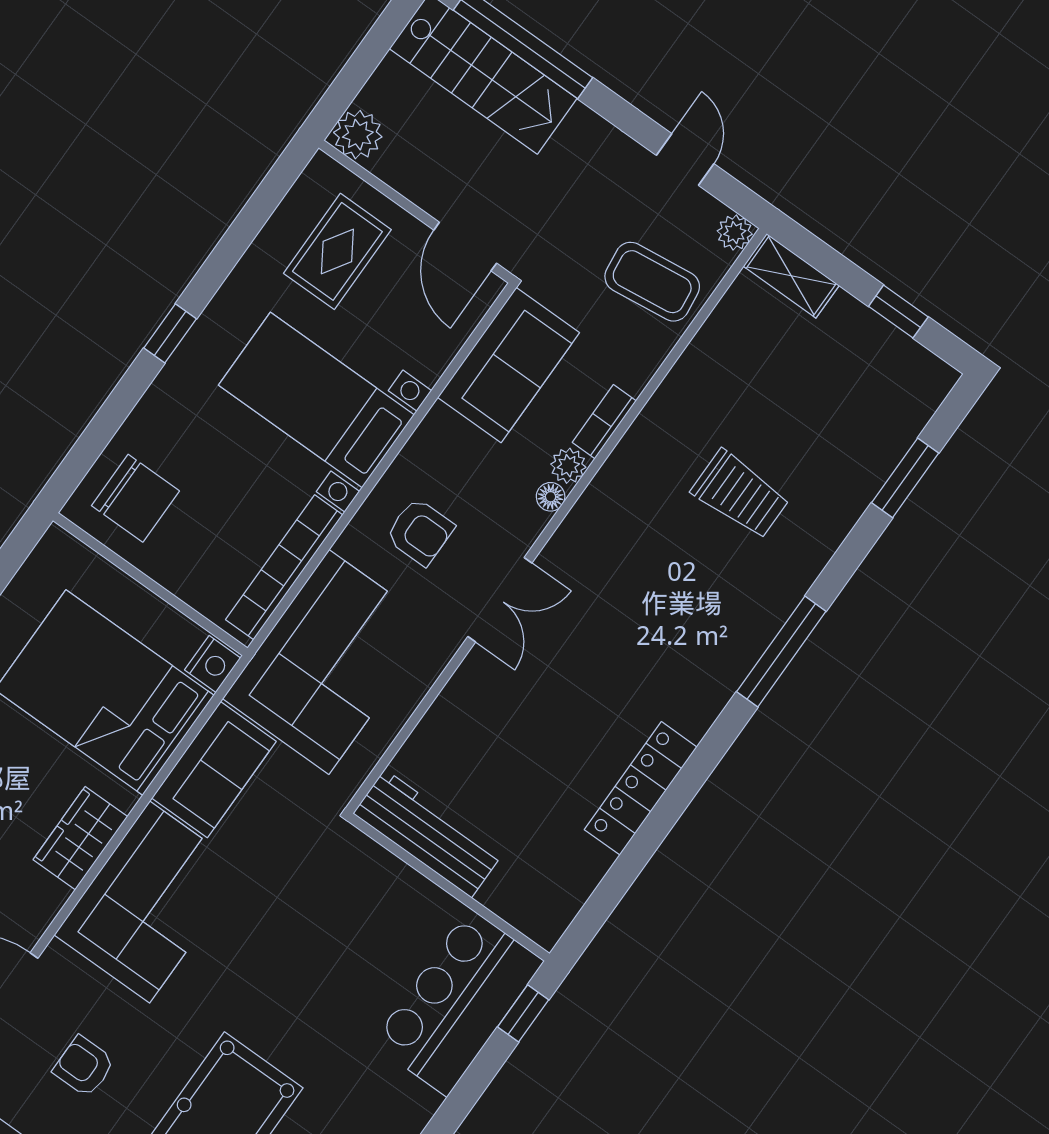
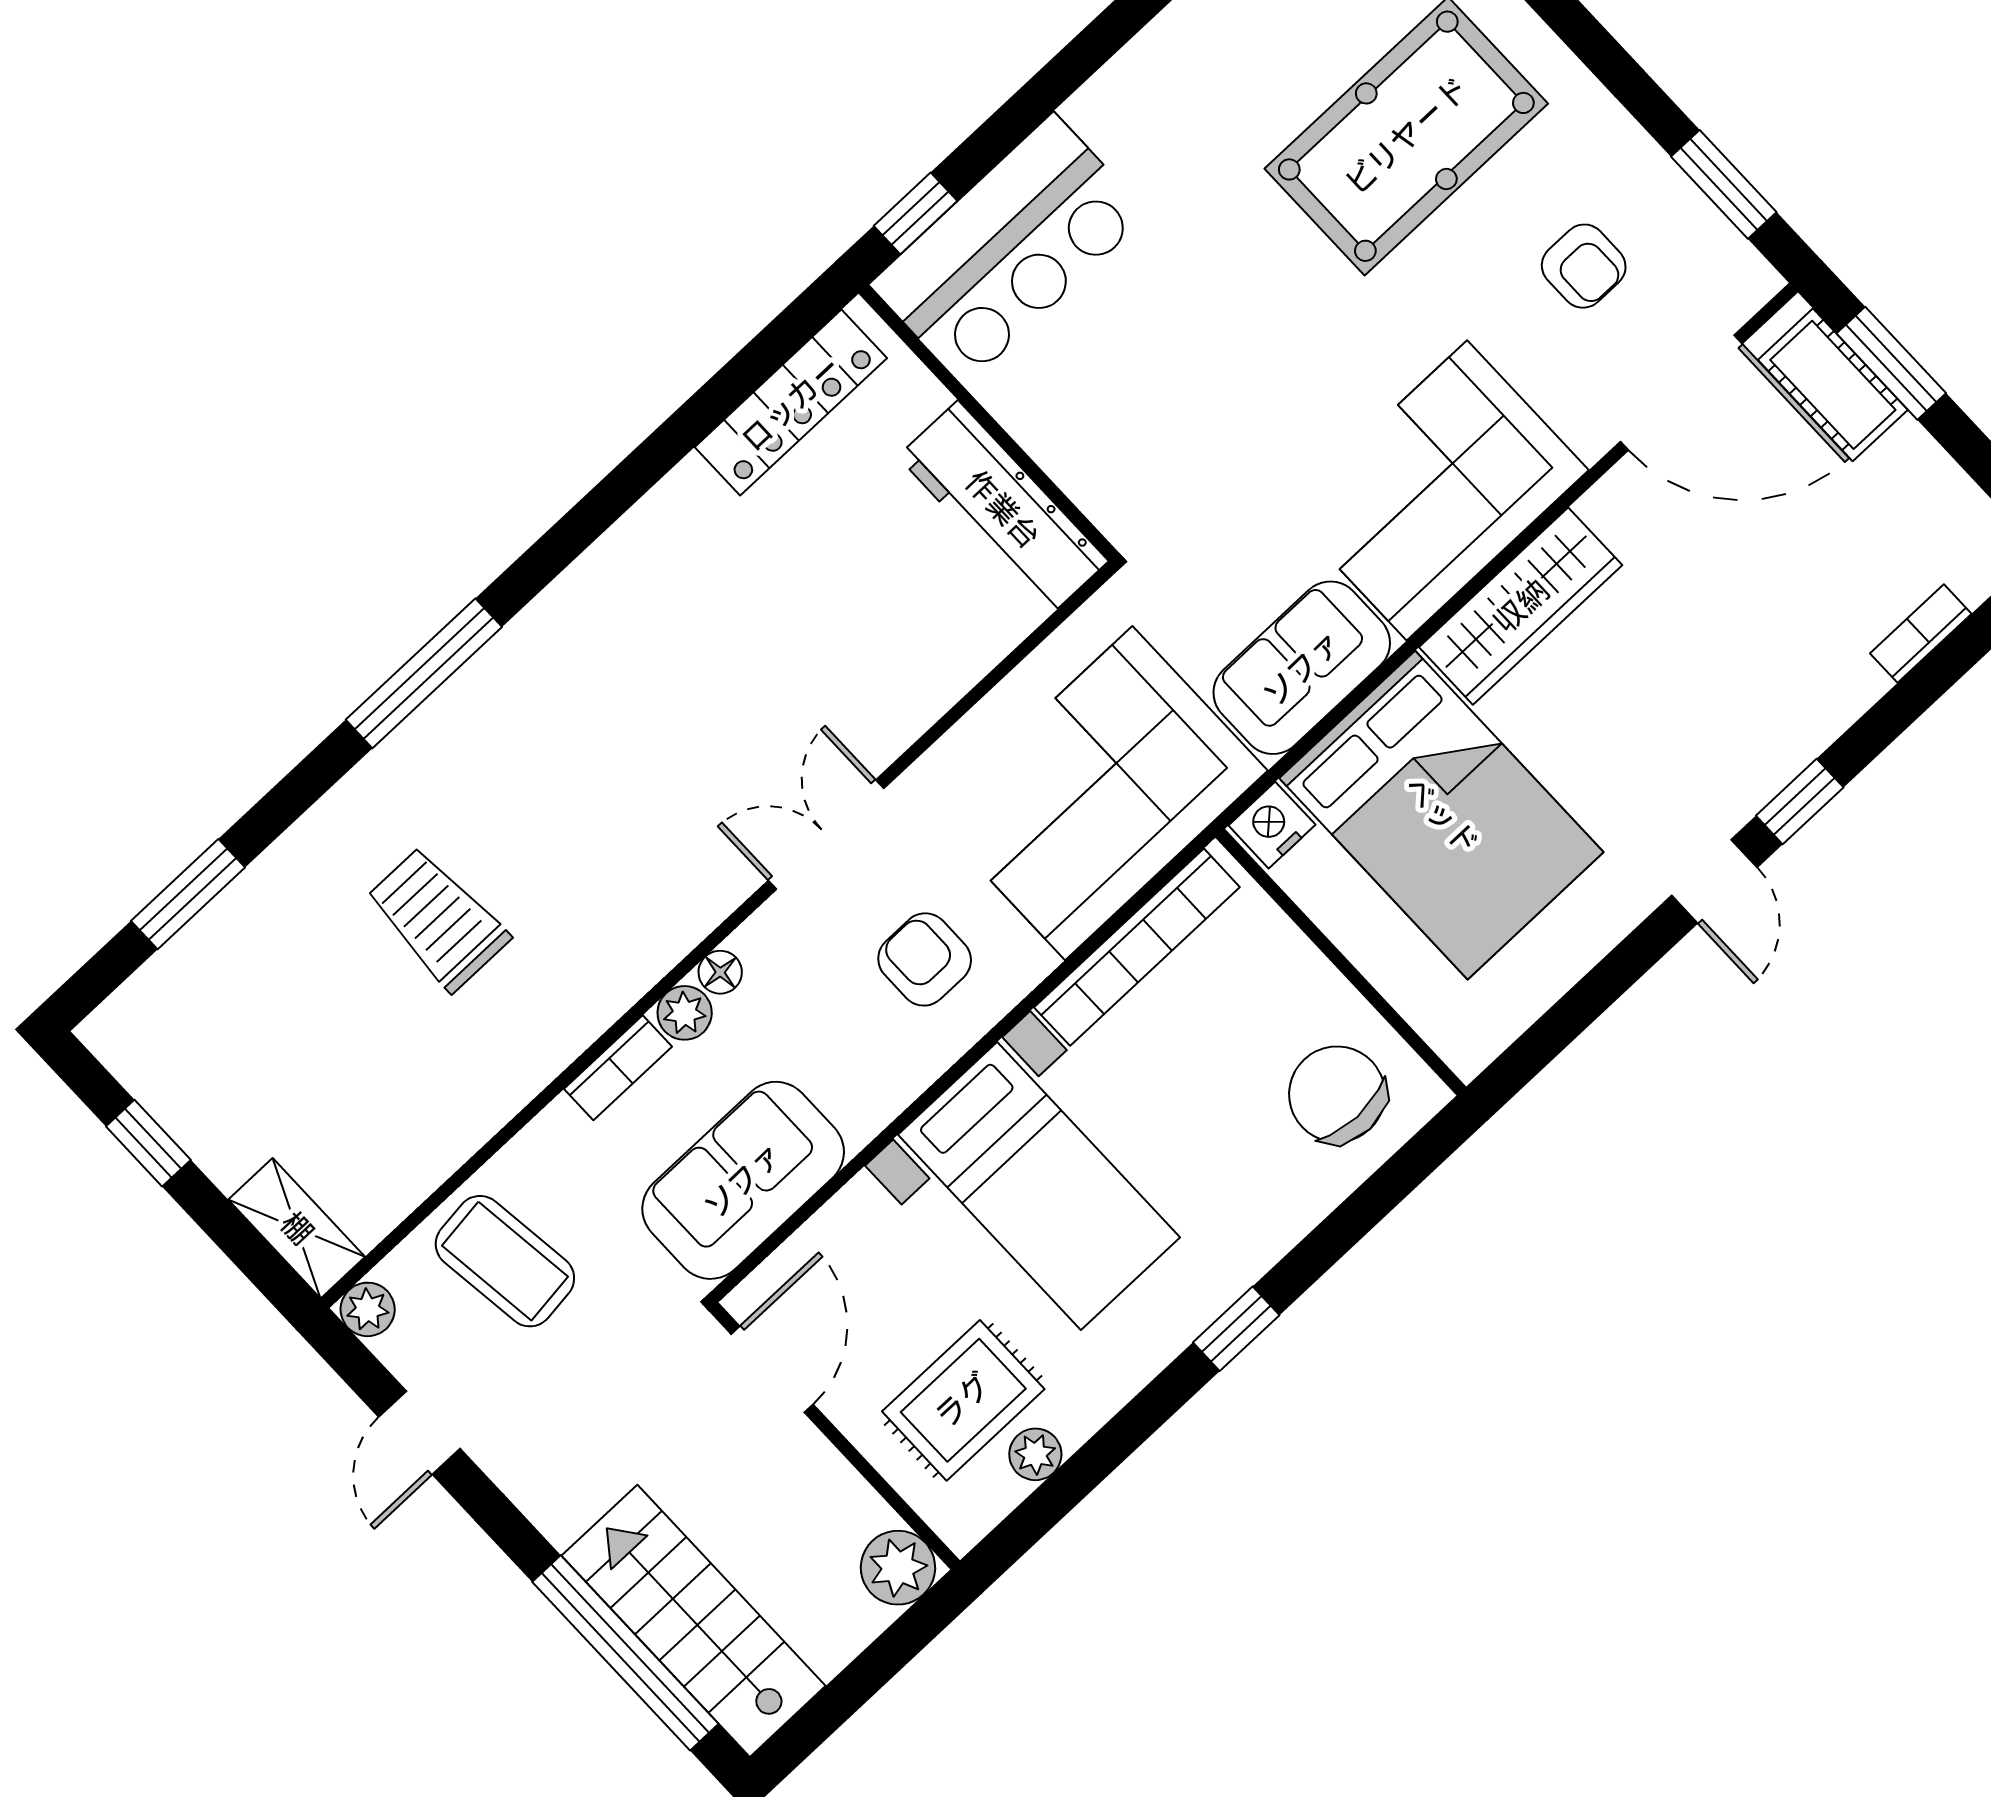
plant: (284, 226) -> (1035, 1454), added
locker: (641, 788) -> (791, 403), moved
wardrobe: (80, 838) -> (1521, 606), width x1.50

